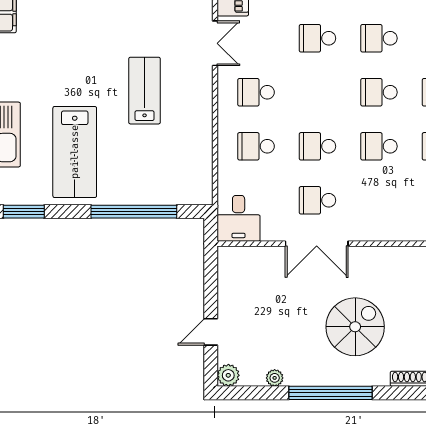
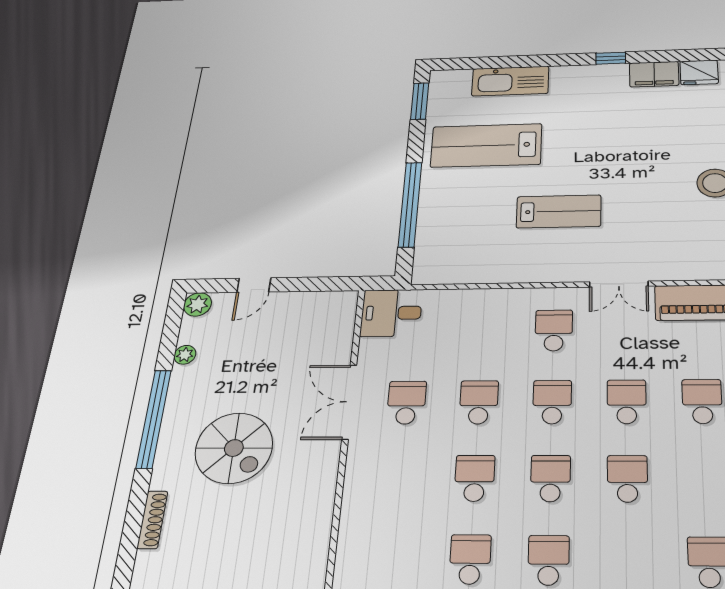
school desk: (256, 146) -> (552, 402), moved
door: (211, 332) -> (254, 285), swing flipped

